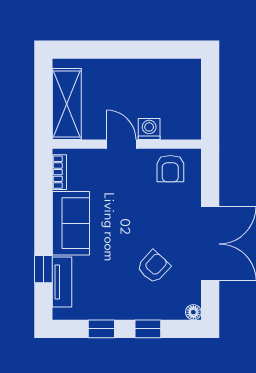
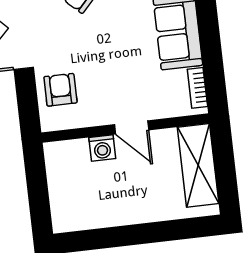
armchair: (170, 169) -> (60, 90), moved

